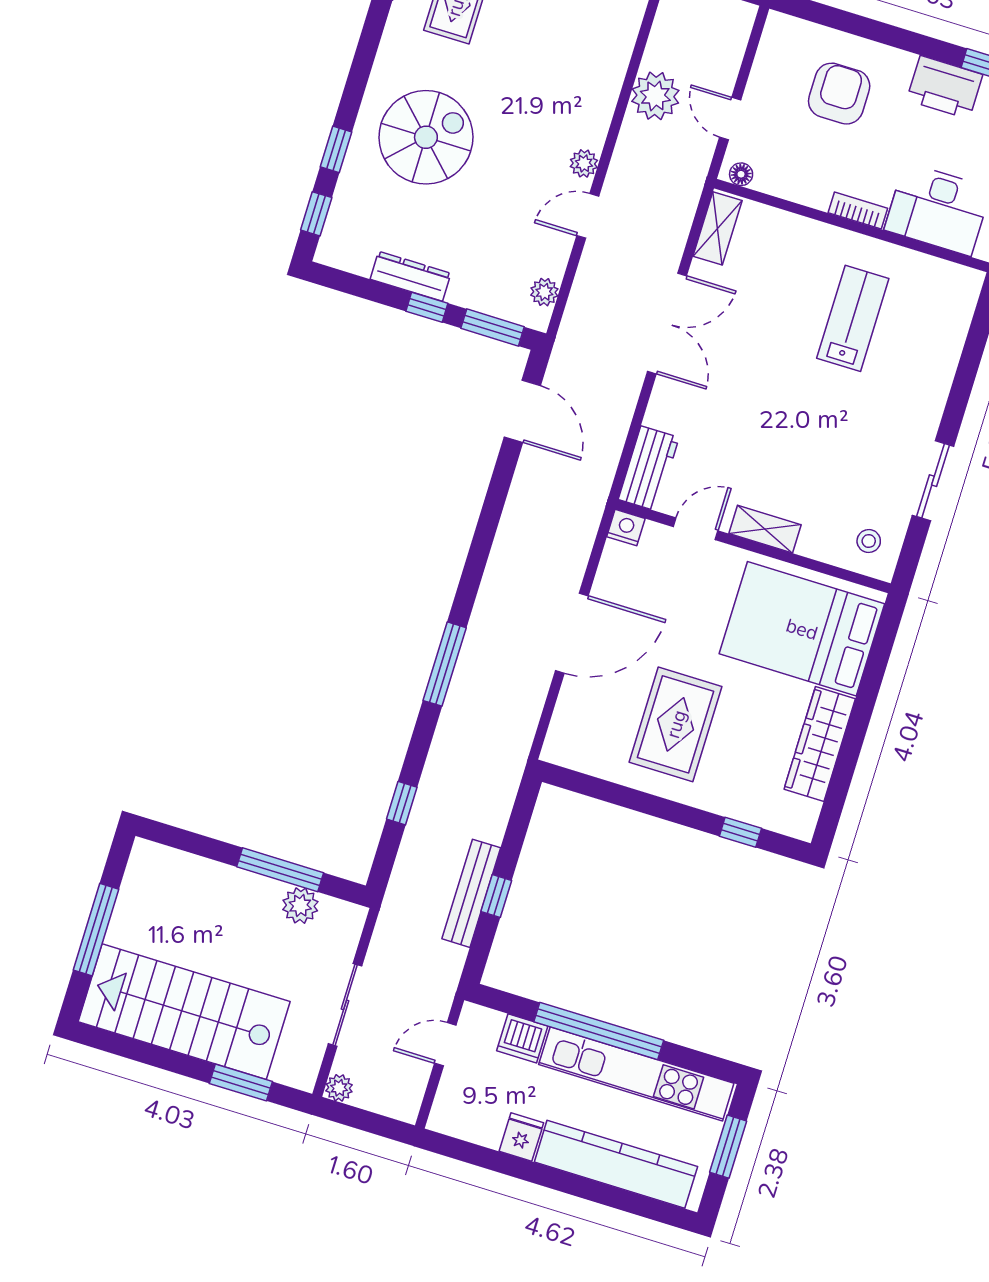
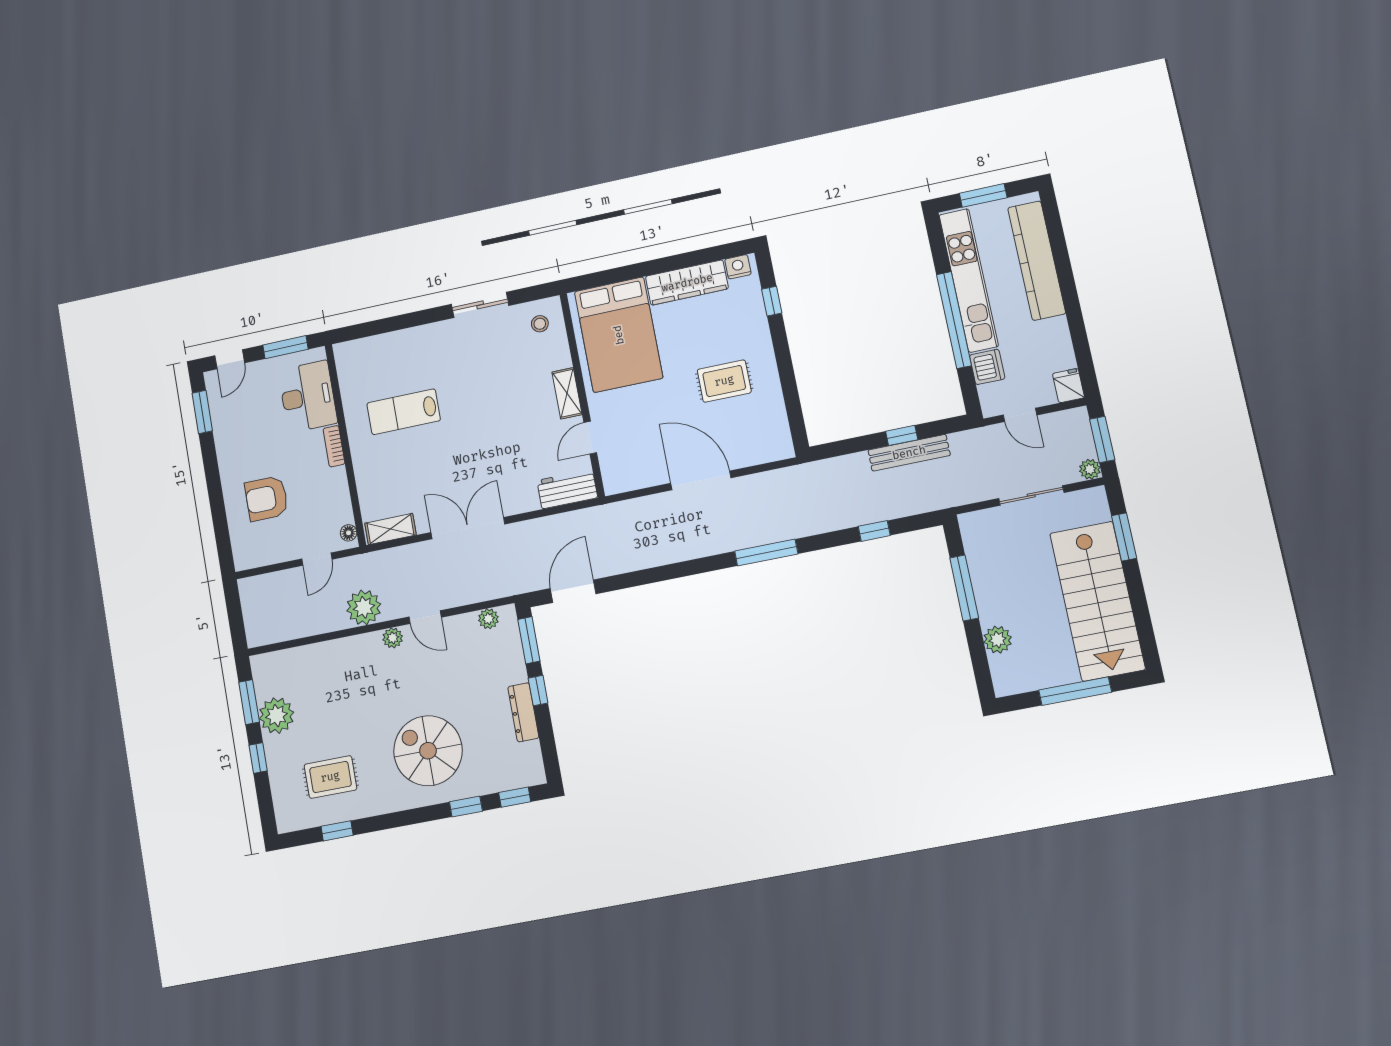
printer: (945, 87) -> (230, 434), removed
plant: (655, 96) -> (364, 607), moved
nightstand: (626, 528) -> (738, 267), moved, turned 90
door: (696, 529) -> (590, 438), hinge flipped
rug: (676, 724) -> (724, 381), width x0.73, depth x0.70
plant: (300, 906) -> (998, 640), moved
window: (366, 1121) -> (1102, 440), added
fridge: (521, 1137) -> (1068, 386), moved, turned 90

